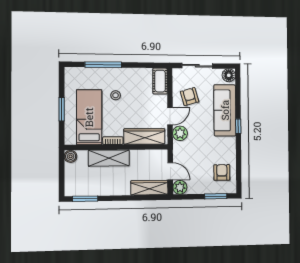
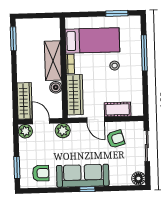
cot: (160, 81) -> (118, 109), moved
window: (62, 109) -> (117, 13), moved
sofa: (225, 110) -> (83, 176), moved
plant: (180, 133) -> (63, 131), moved
boiler: (71, 156) -> (56, 87), moved
door: (170, 171) -> (41, 121), swing flipped

